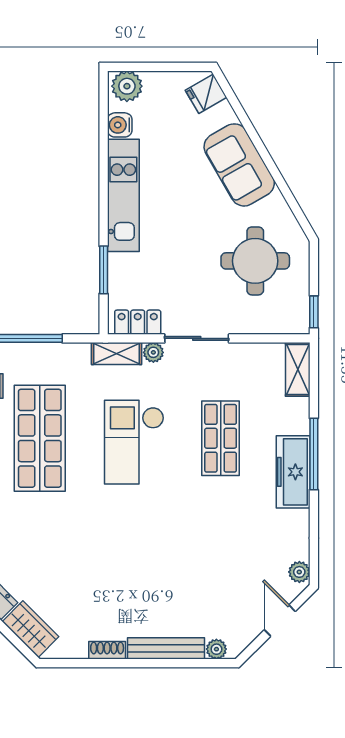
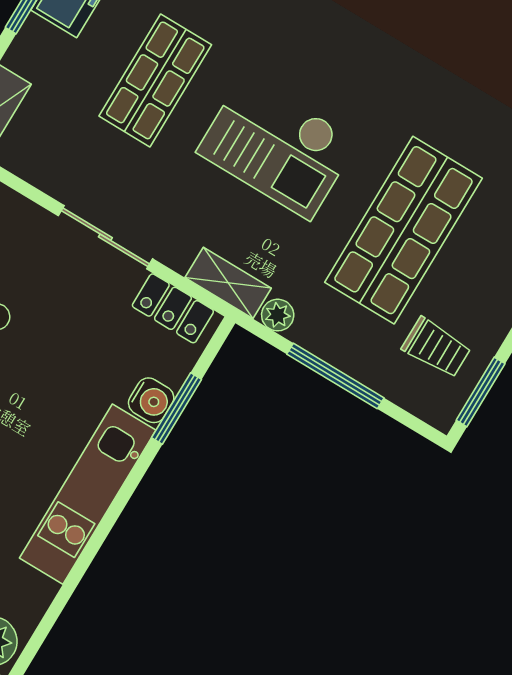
water cooler: (120, 125) -> (151, 400), moved
plant: (153, 352) -> (278, 315), moved
checkout: (134, 442) -> (277, 147), turned 90

